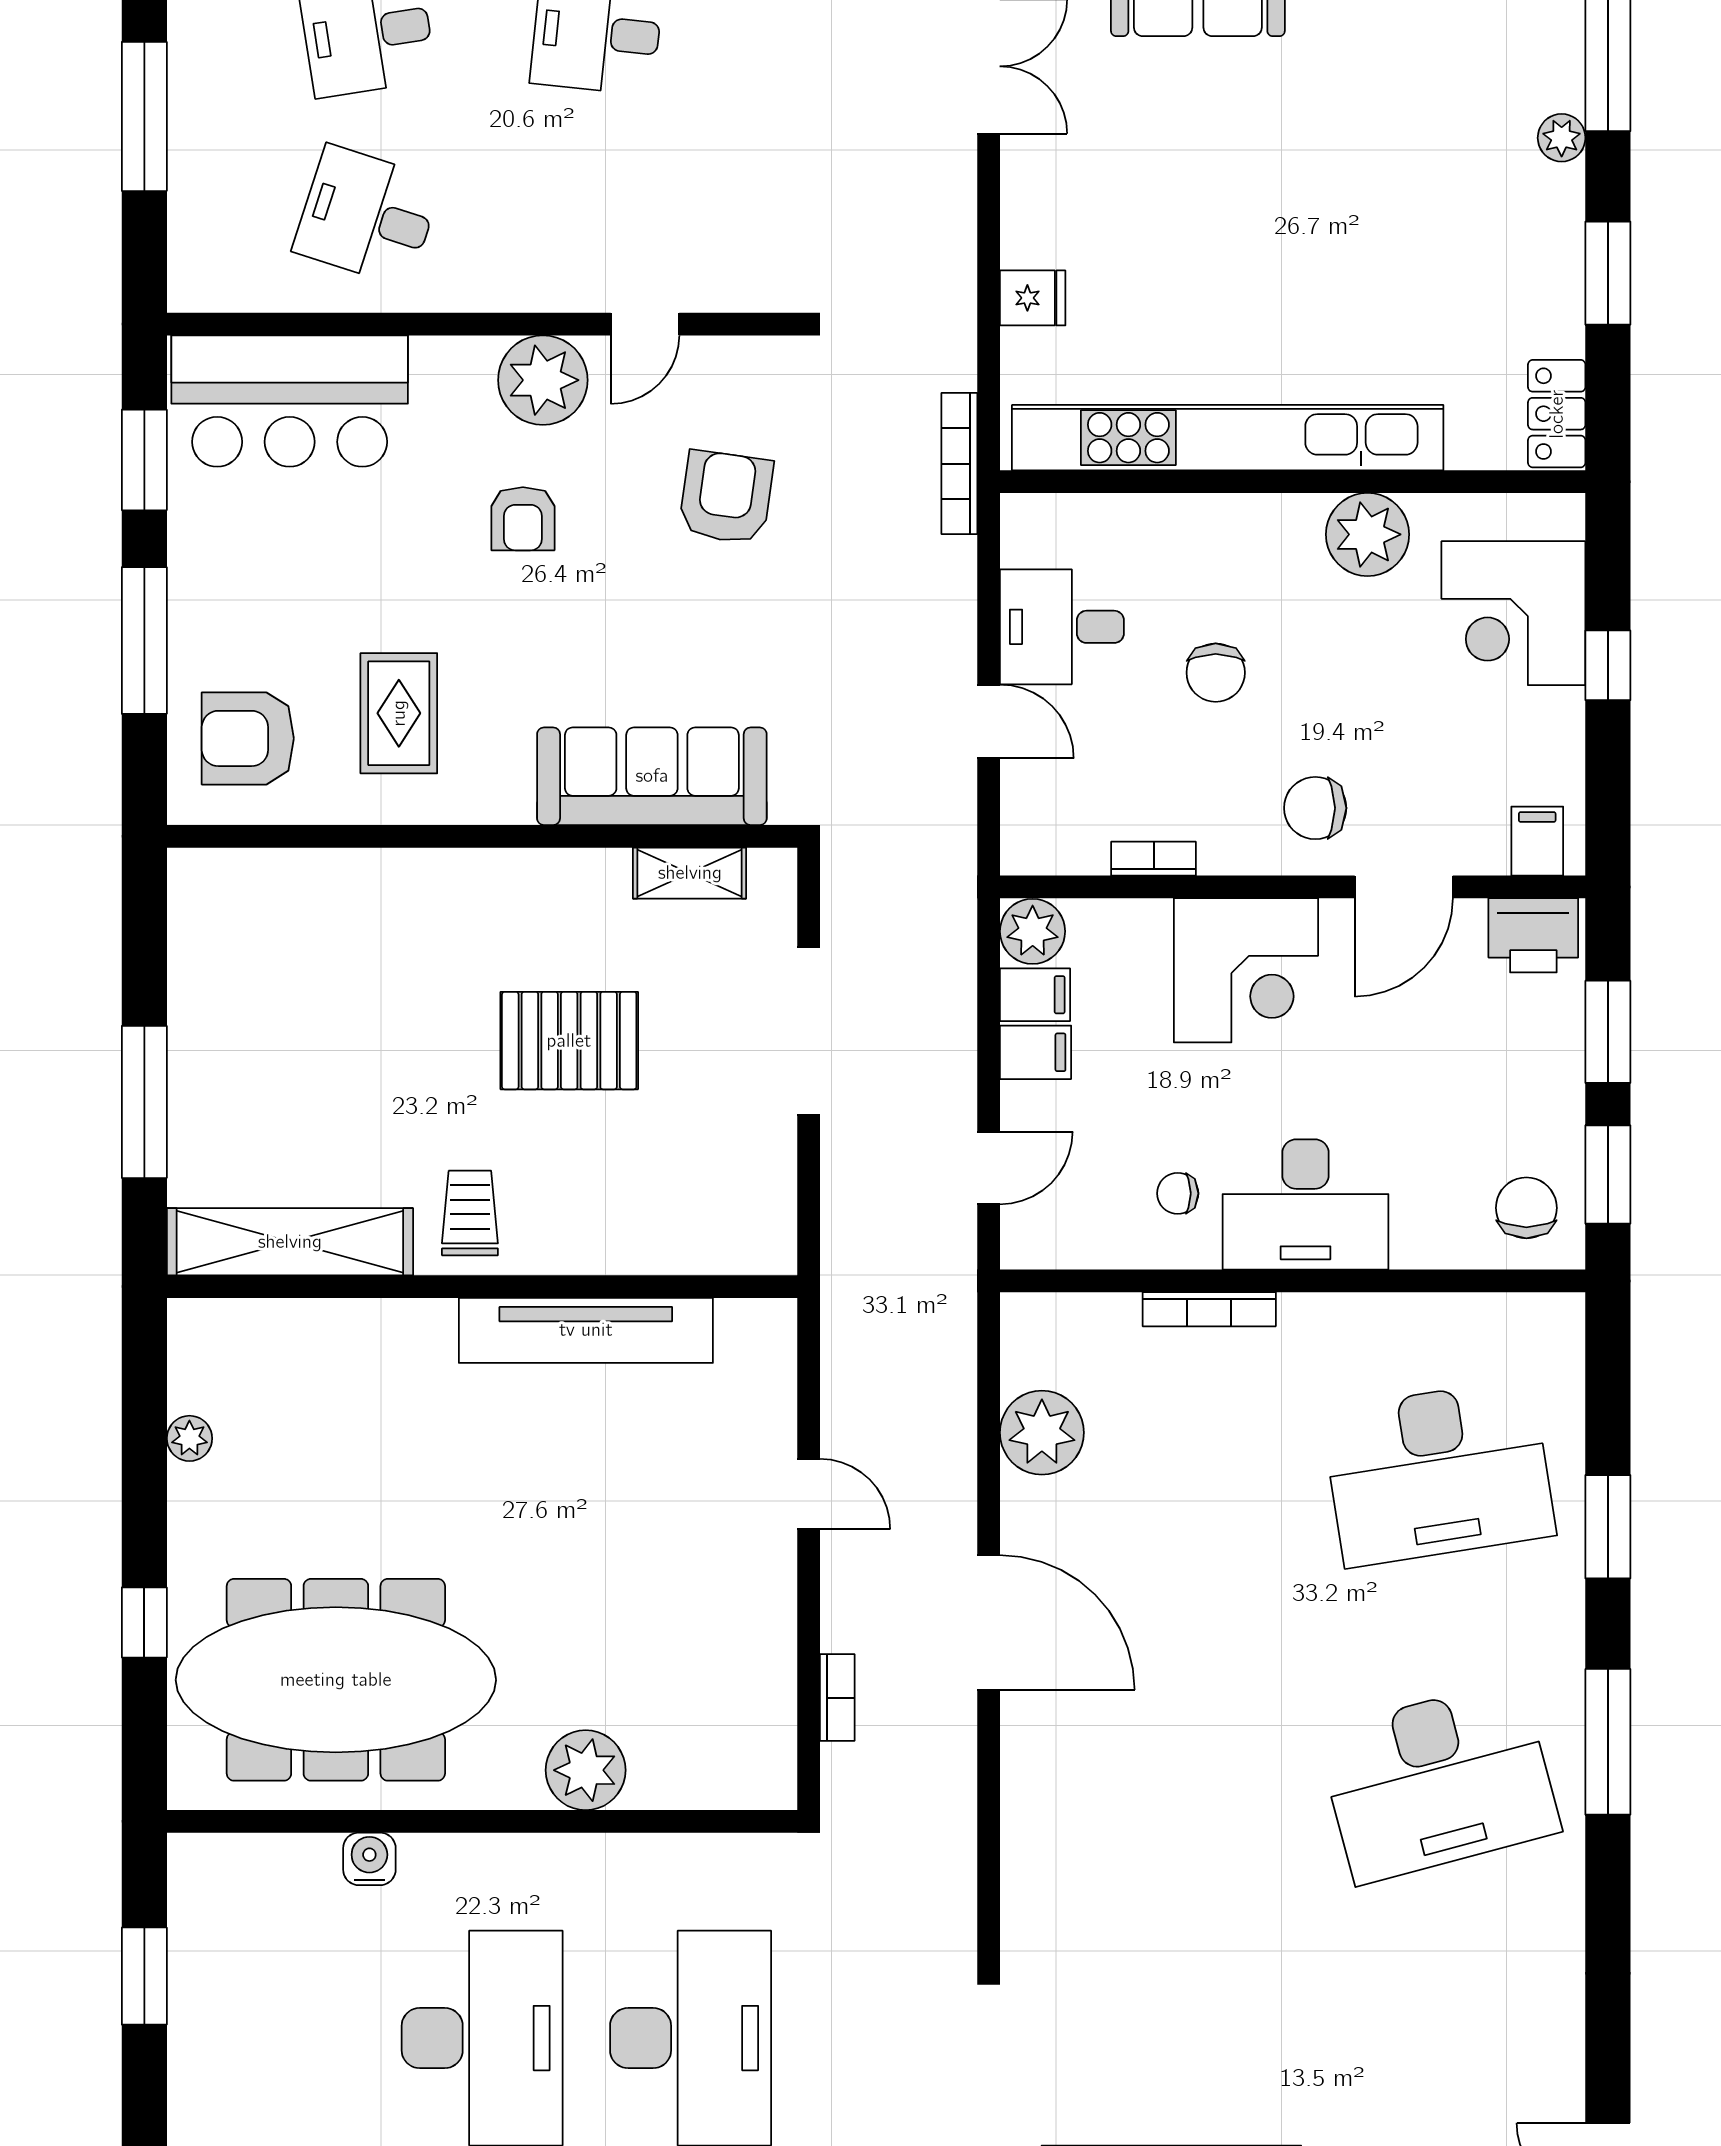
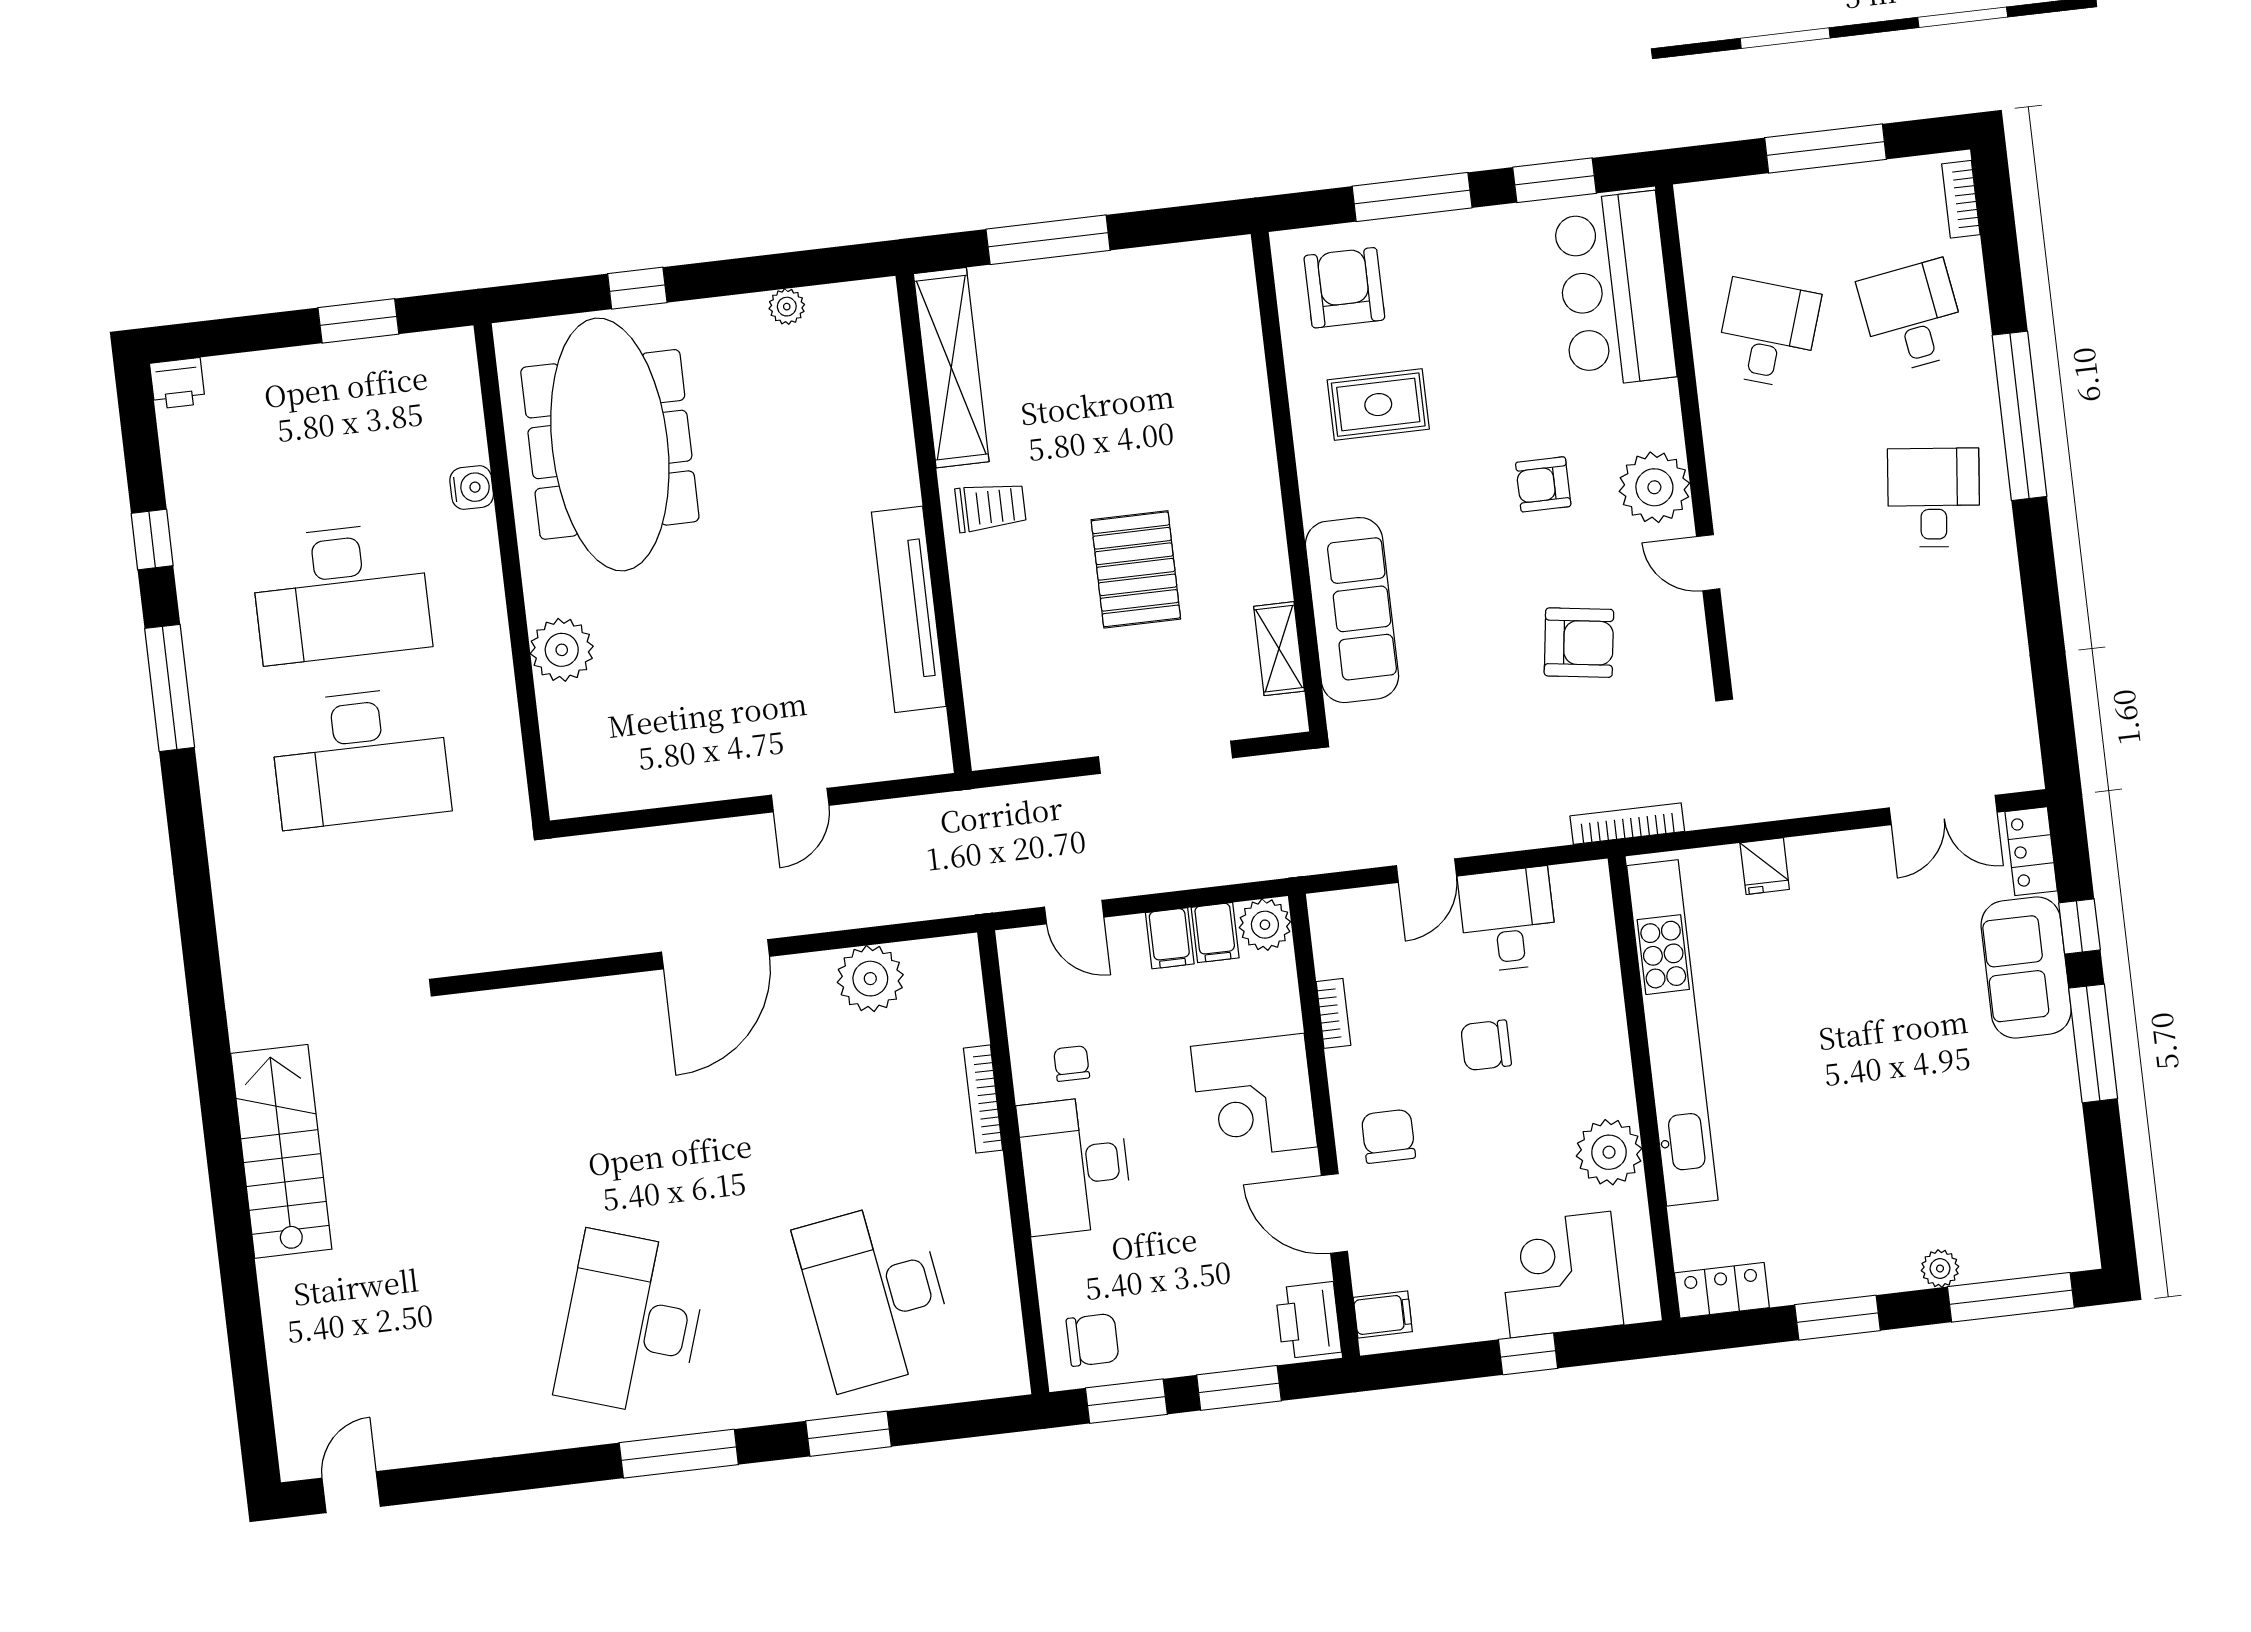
bookcase: (837, 1698) -> (642, 842), removed
desk: (1438, 1782) -> (632, 1324), turned 33

